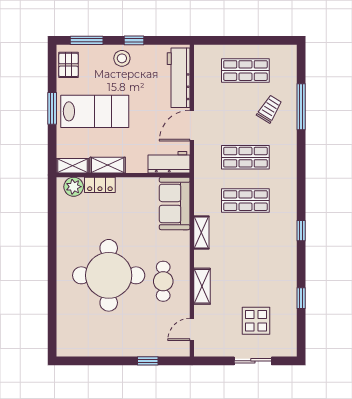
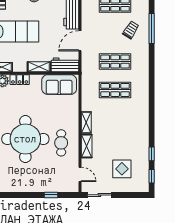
shelving: (108, 165) -> (39, 67), moved
sofa: (175, 203) -> (59, 85), moved, turned -90
window: (301, 231) -> (152, 176), moved
shelving: (201, 233) -> (86, 122), moved
door: (192, 329) -> (80, 174), swing flipped
sliding door: (253, 361) -> (99, 195), moved

